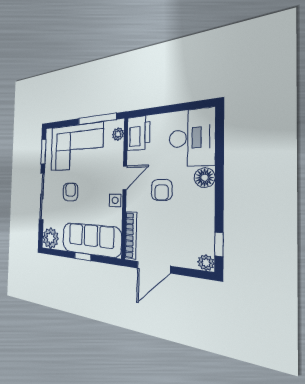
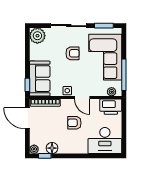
floor lamp: (205, 178) -> (52, 148), moved
sofa: (91, 239) -> (40, 79), width x0.73
window: (83, 256) -> (27, 85), moved

